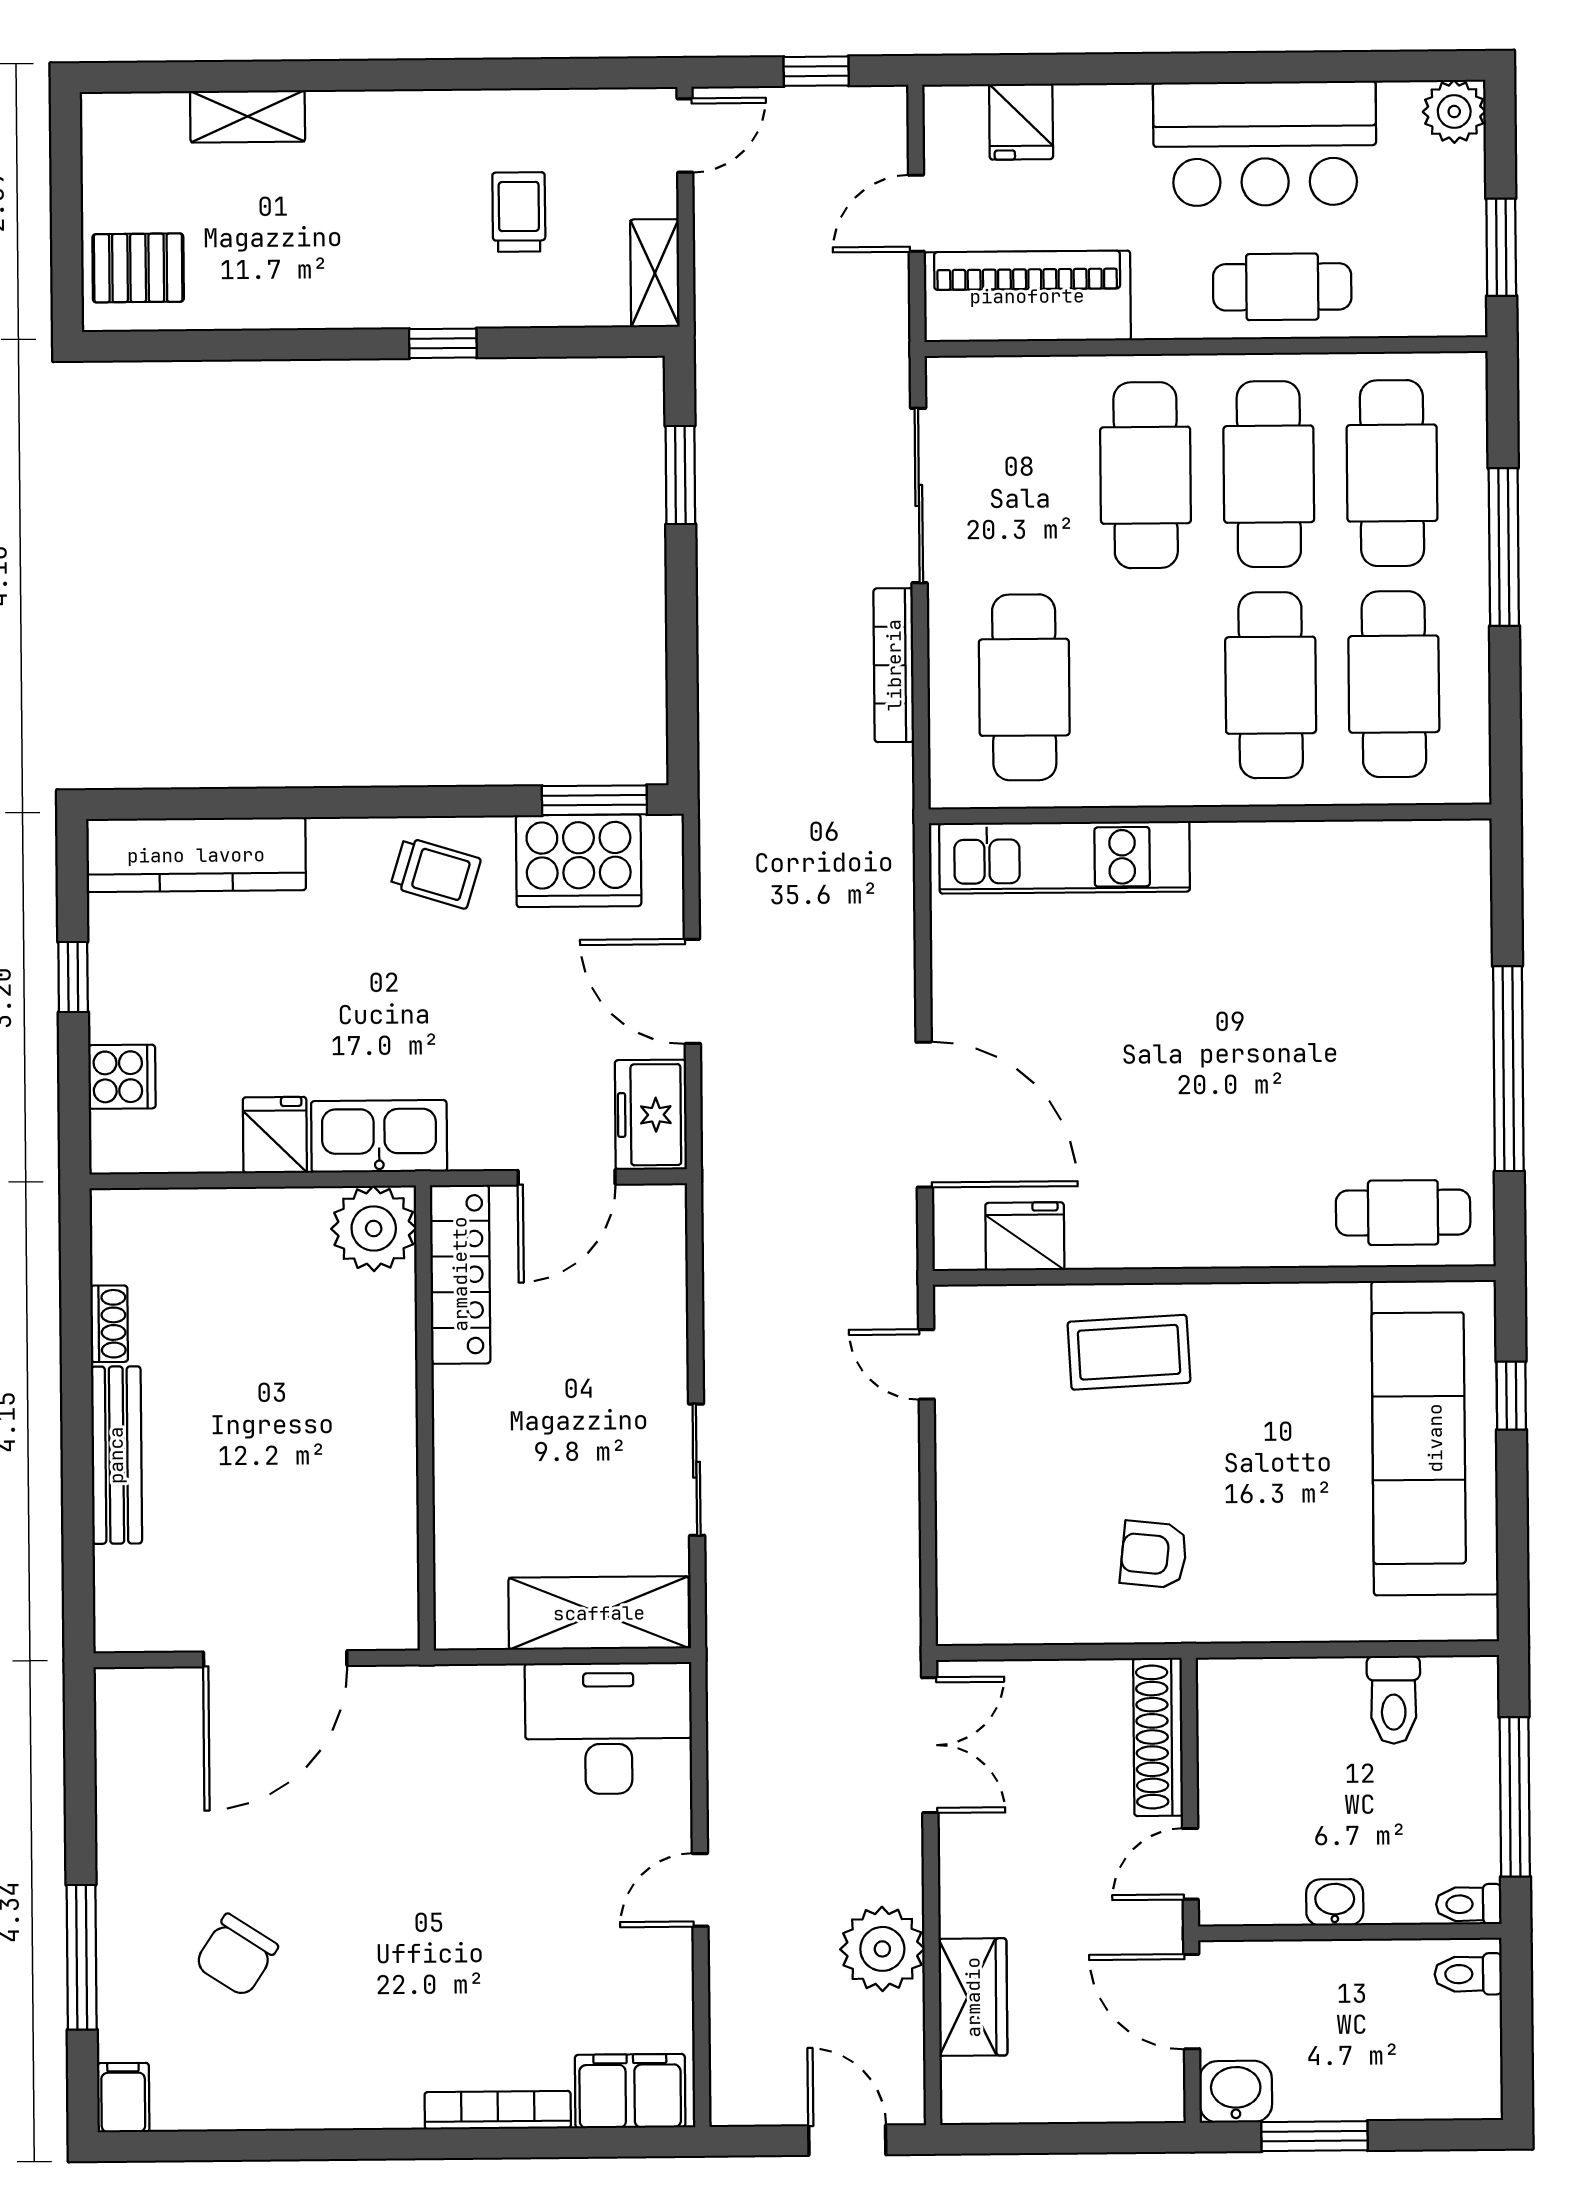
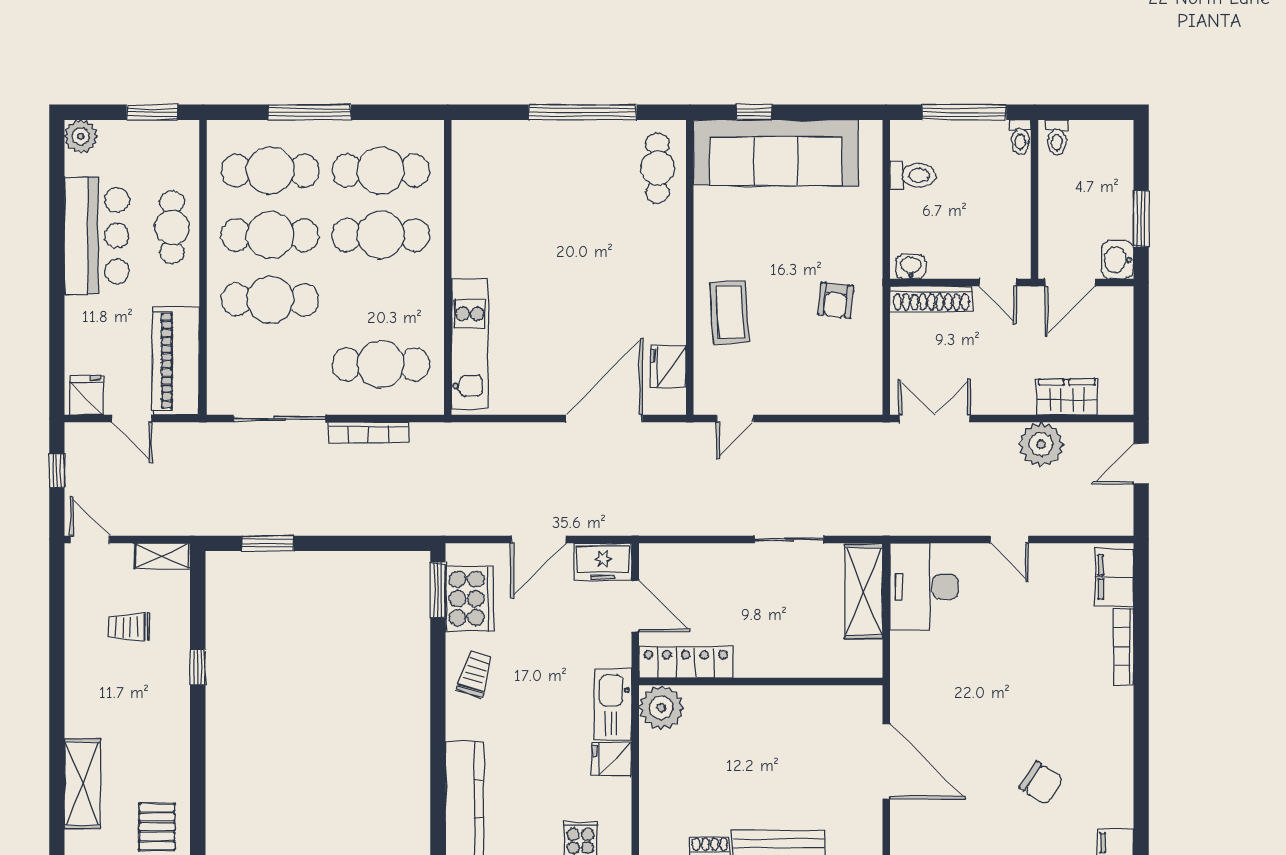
shelving: (248, 116) -> (82, 784), width x1.50, depth x1.33
fridge: (1021, 122) -> (87, 395), moved, turned -90
washbasin: (1335, 1902) -> (911, 267), moved, turned 90

